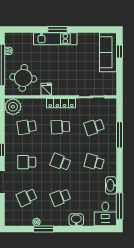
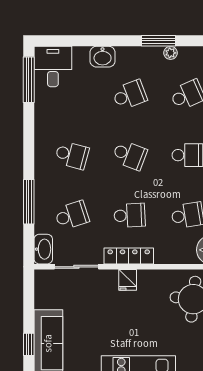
fridge: (46, 89) -> (128, 280), moved
washbasin: (111, 185) -> (43, 249), moved

